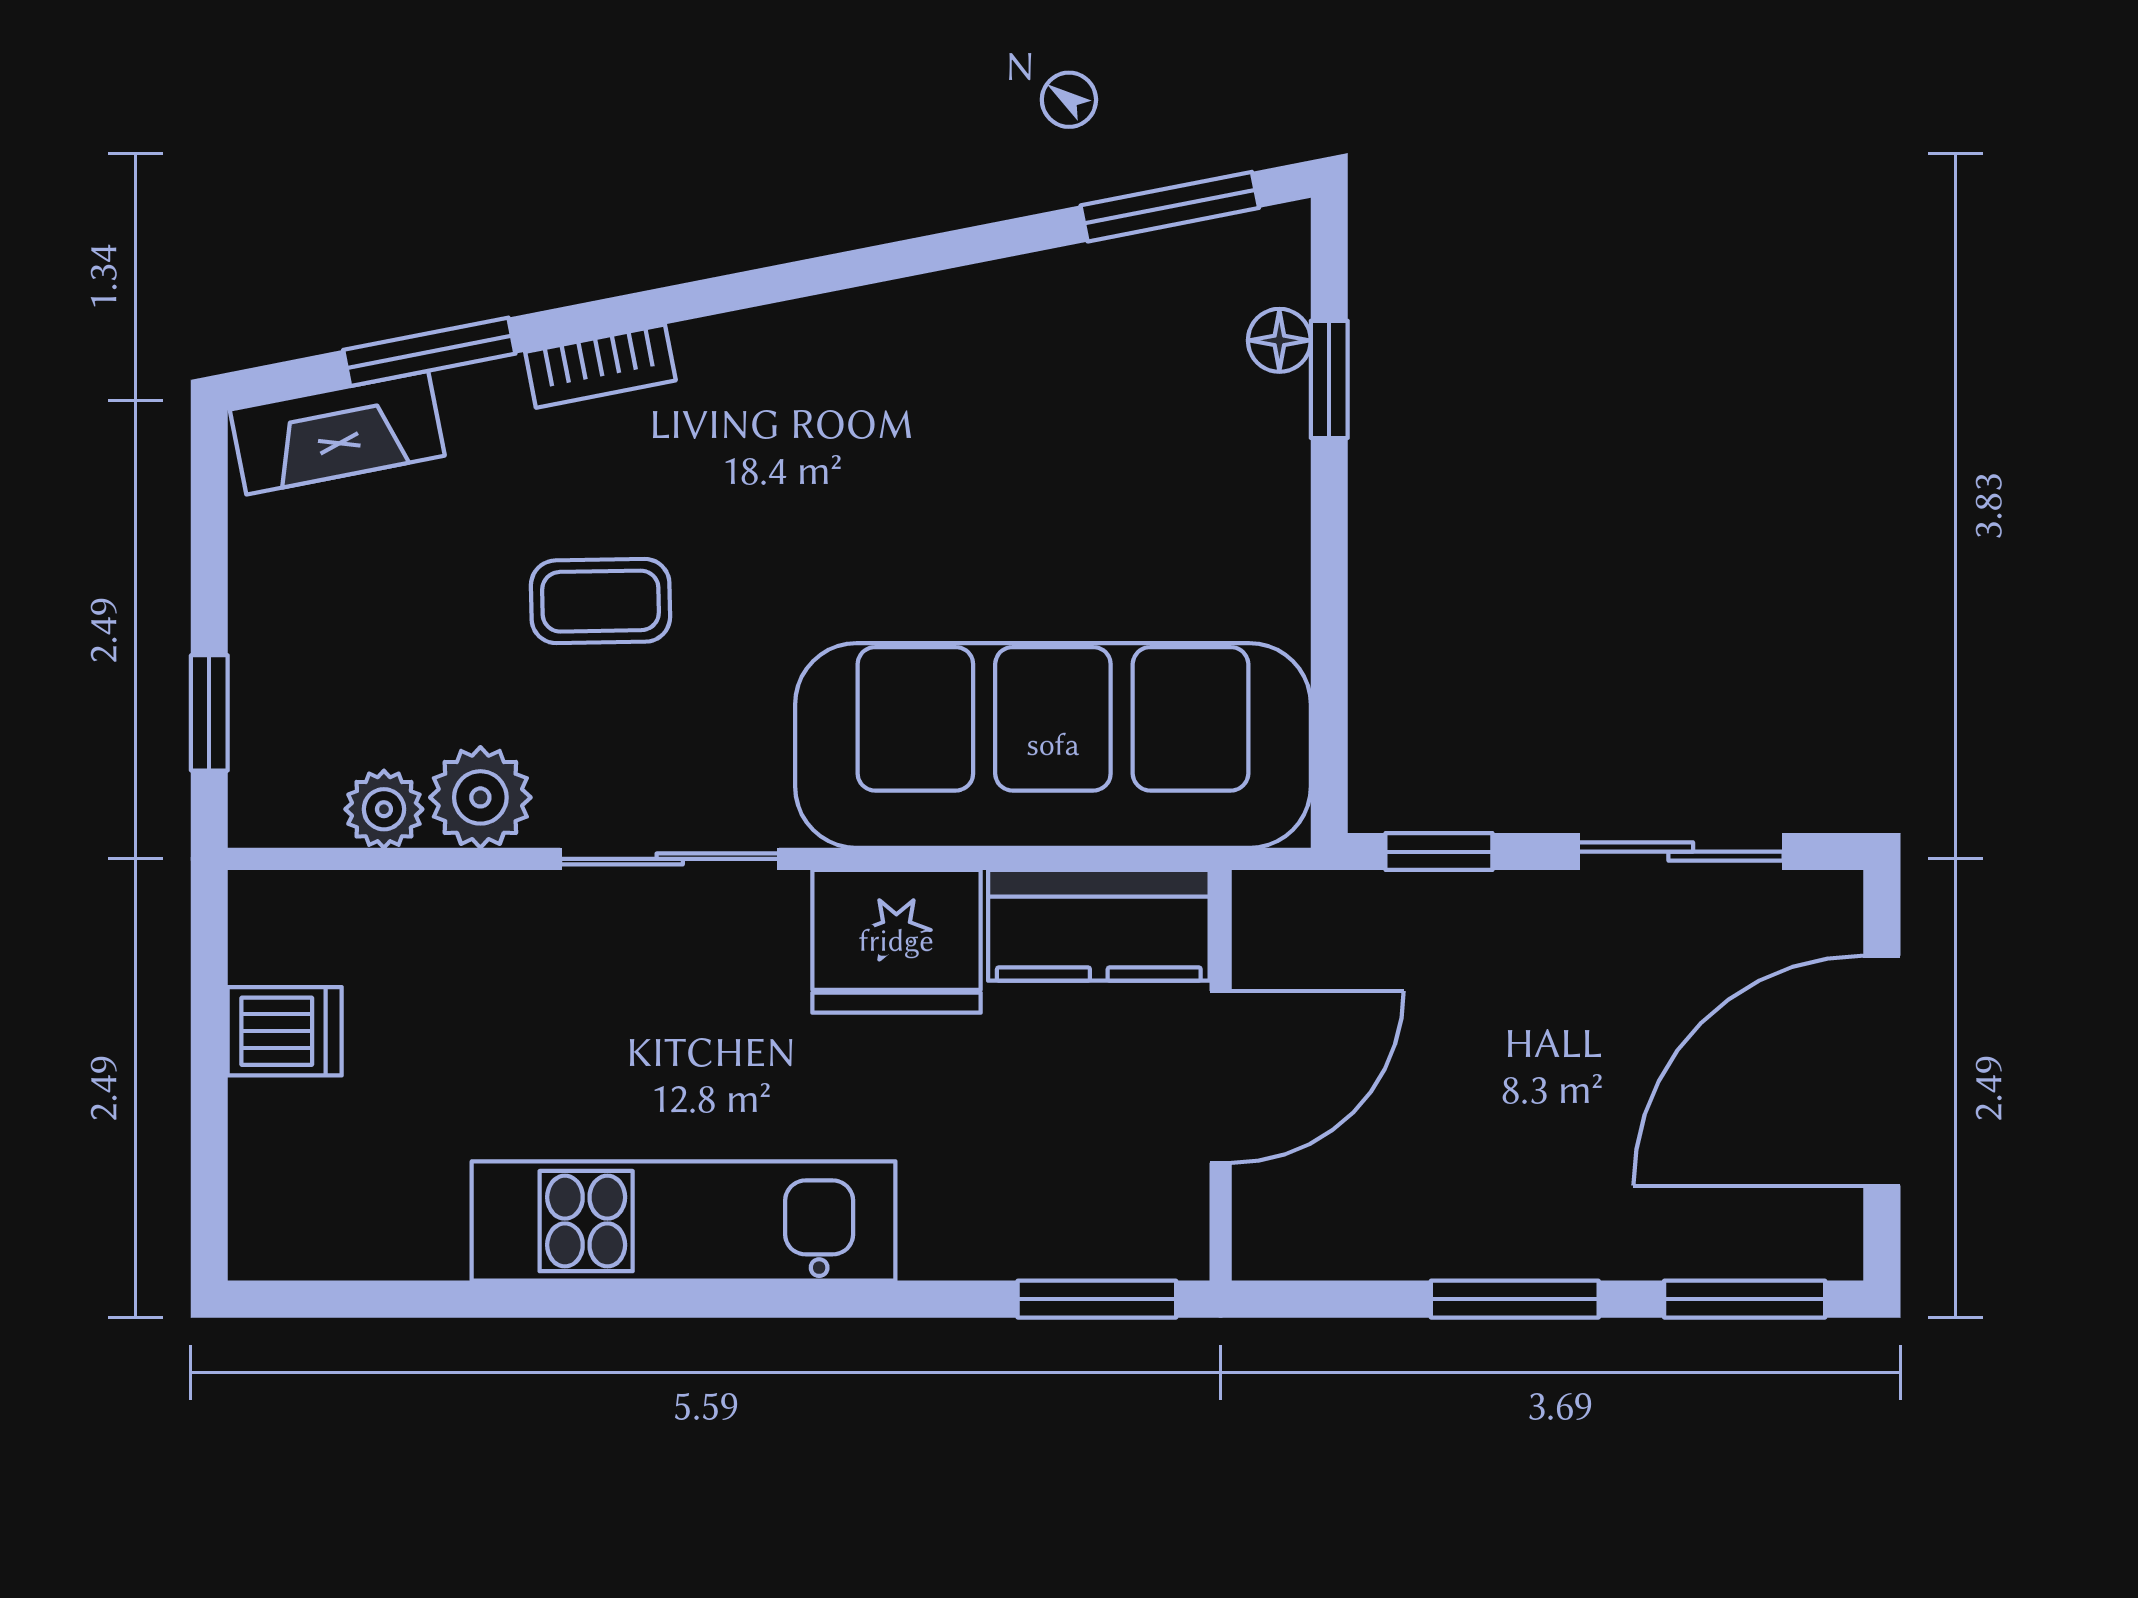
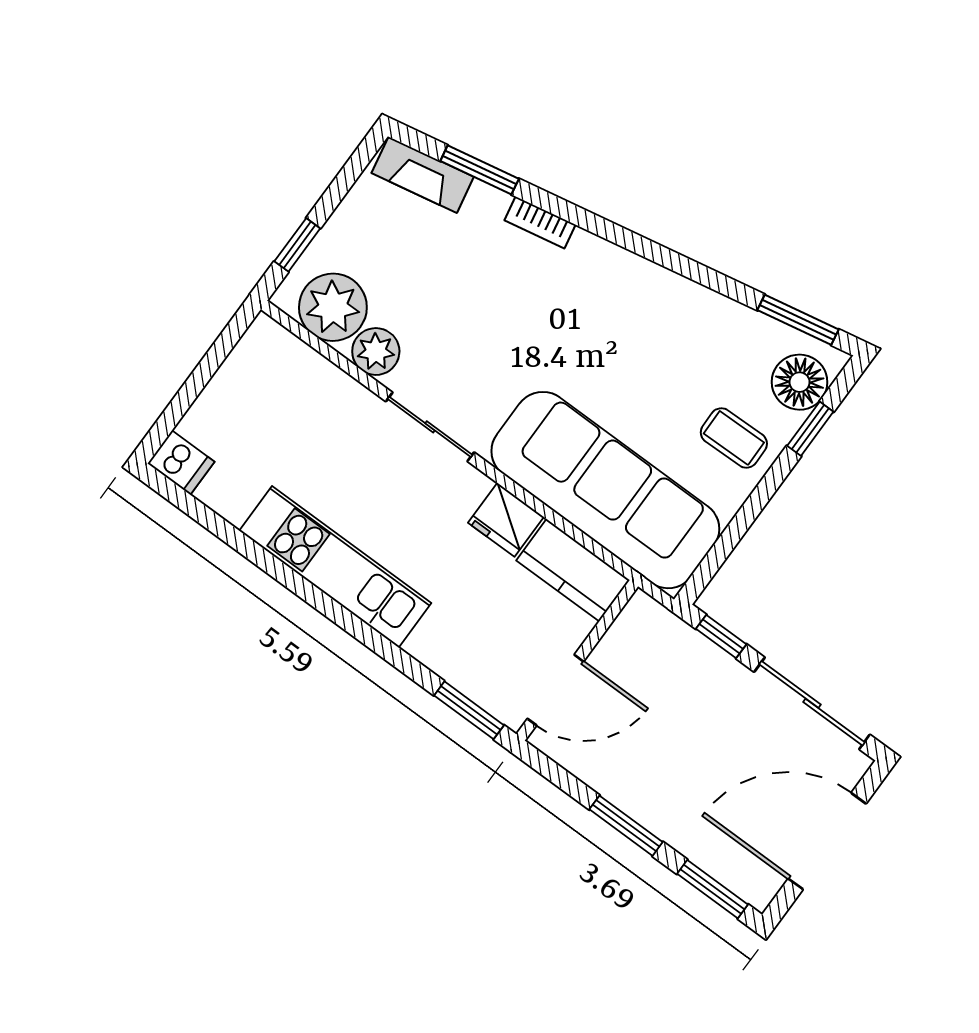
floor lamp: (1279, 340) -> (800, 382), width x1.89, depth x1.89
coffee table: (601, 601) -> (734, 438), moved
plant: (384, 809) -> (333, 307), width x1.87, depth x1.87
sliding door: (1681, 852) -> (812, 703), width x1.37
fridge: (896, 941) -> (506, 520), width x0.73, depth x0.75
dishwasher: (285, 1031) -> (181, 463), moved
door: (1221, 1077) -> (555, 690), moved

